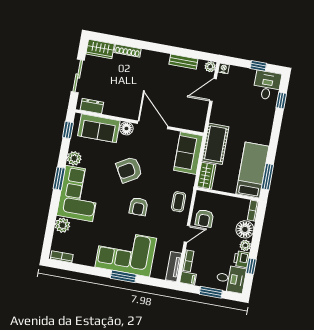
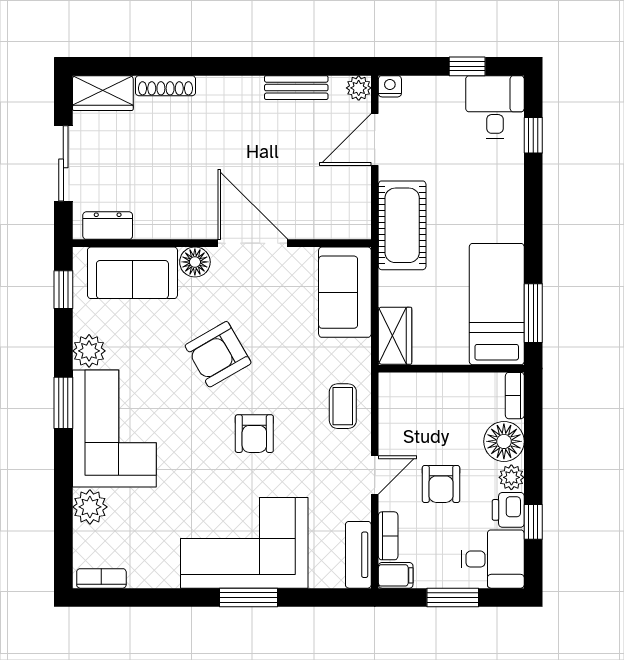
cot: (215, 144) -> (402, 225), moved
armchair: (204, 218) -> (441, 484), moved

